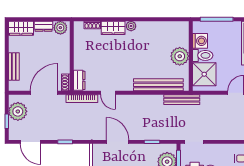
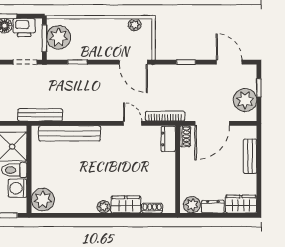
plant: (180, 56) -> (43, 200), moved
door: (118, 142) -> (133, 62), moved

